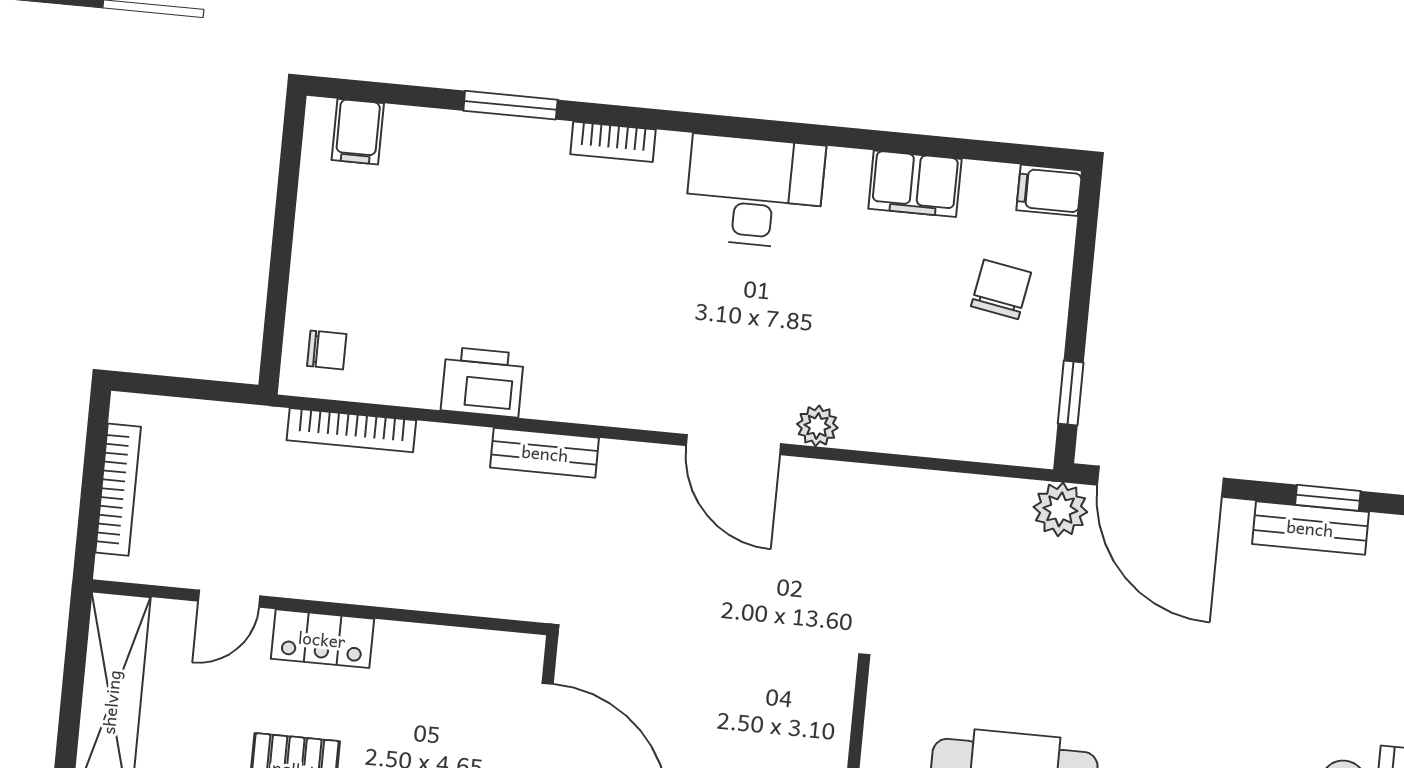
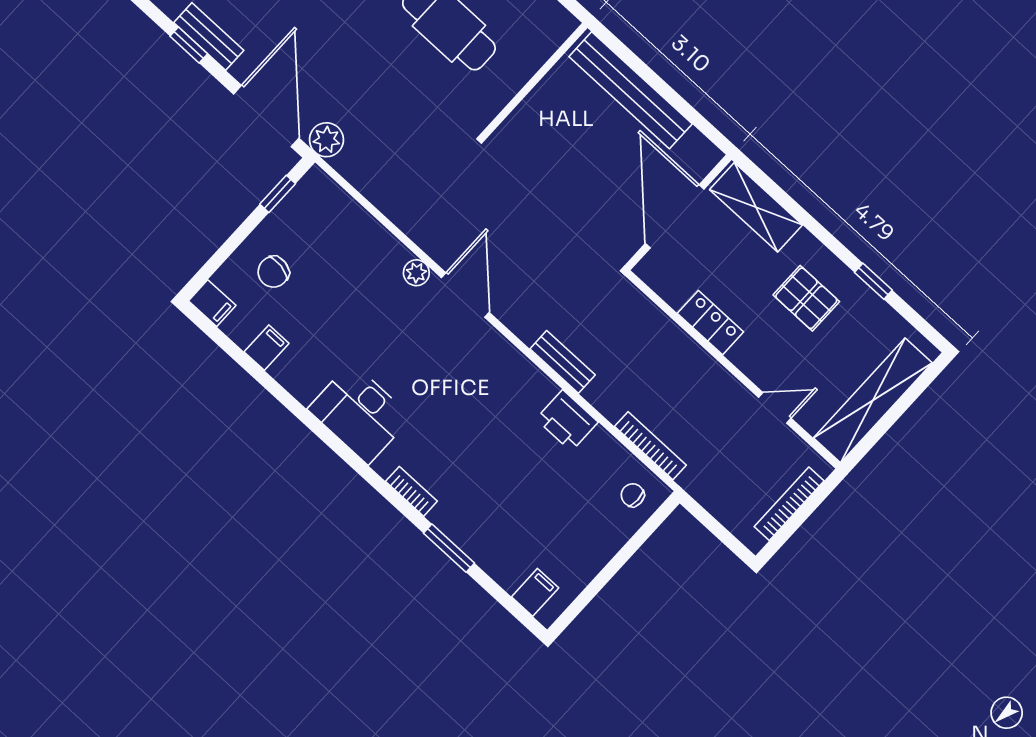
filing cabinet: (915, 184) -> (267, 348), width x0.50
locker: (322, 639) -> (710, 323), moved

